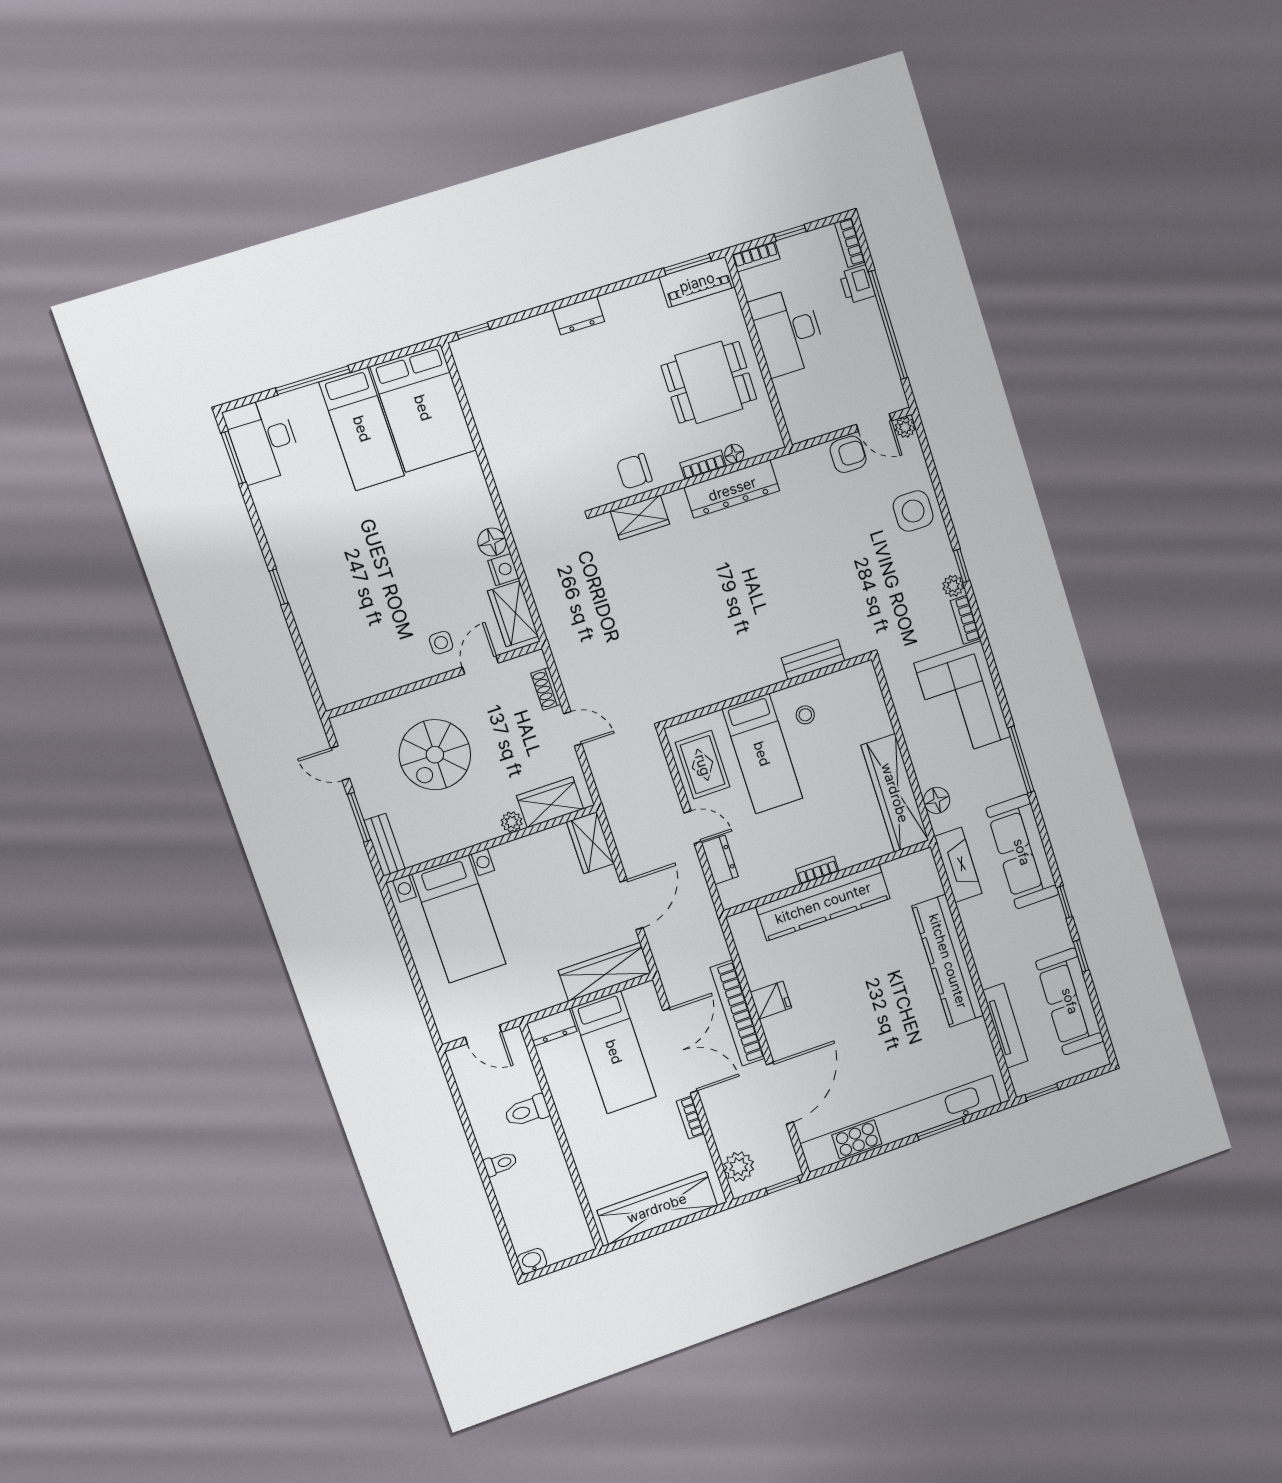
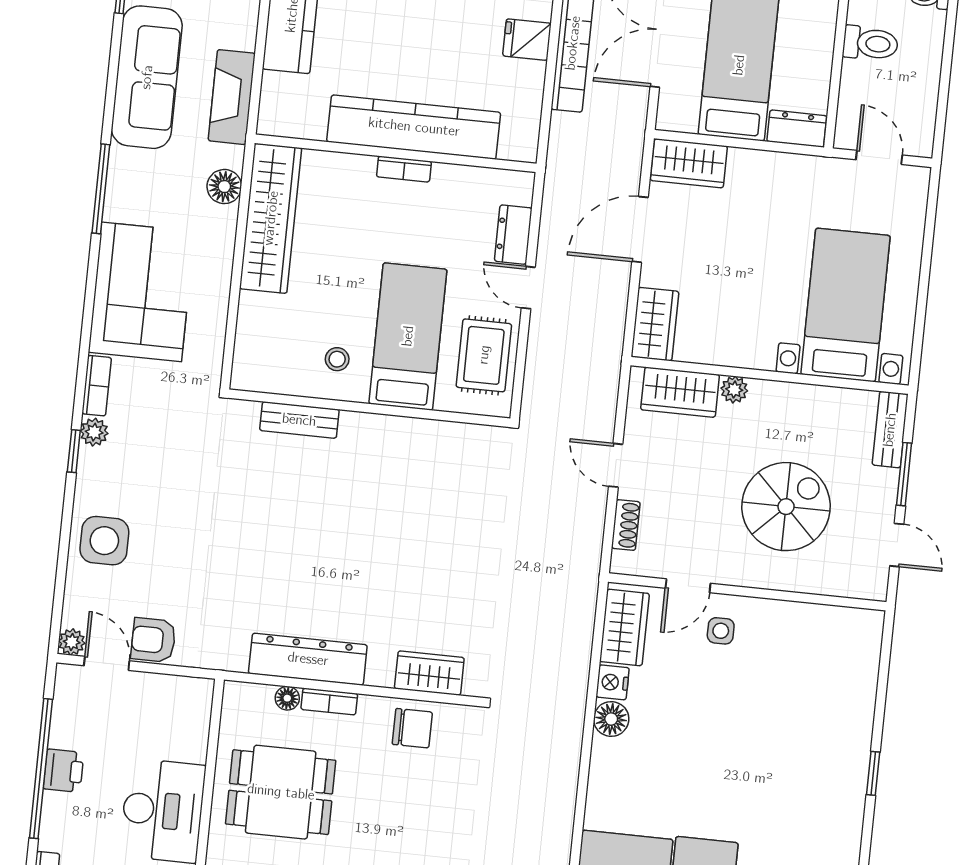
printer: (857, 284) -> (64, 771), moved
wardrobe: (604, 972) -> (689, 163), width x0.67

